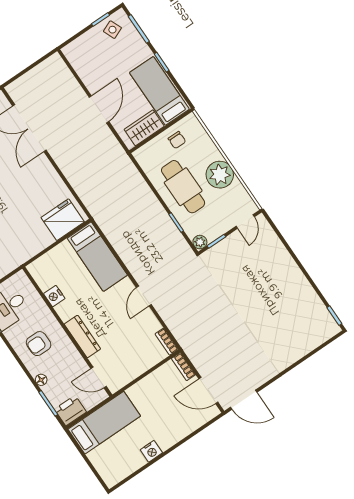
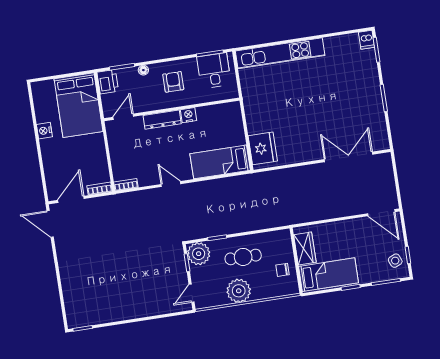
door: (99, 109) -> (381, 213), moved
cafe table: (183, 187) -> (243, 257), width x0.73, depth x0.74
door: (245, 222) -> (192, 293), hinge flipped
plant: (200, 242) -> (199, 254), width x1.87, depth x1.87
nightstand: (54, 296) -> (188, 115), moved
door: (244, 400) -> (50, 224), hinge flipped
bed: (104, 423) -> (79, 105), width x1.50

